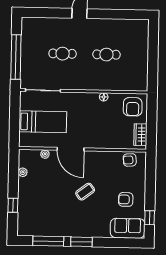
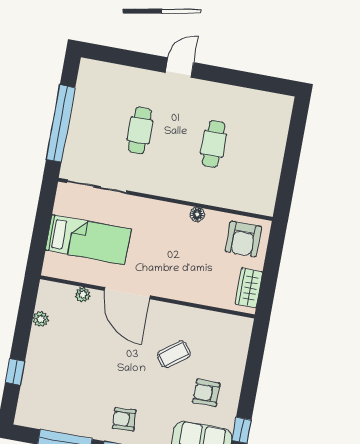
cafe table: (63, 54) -> (140, 130), turned 90
cafe table: (106, 55) -> (214, 144), turned 90
armchair: (130, 160) -> (124, 419), moved
coffee table: (85, 192) -> (174, 354), moved

